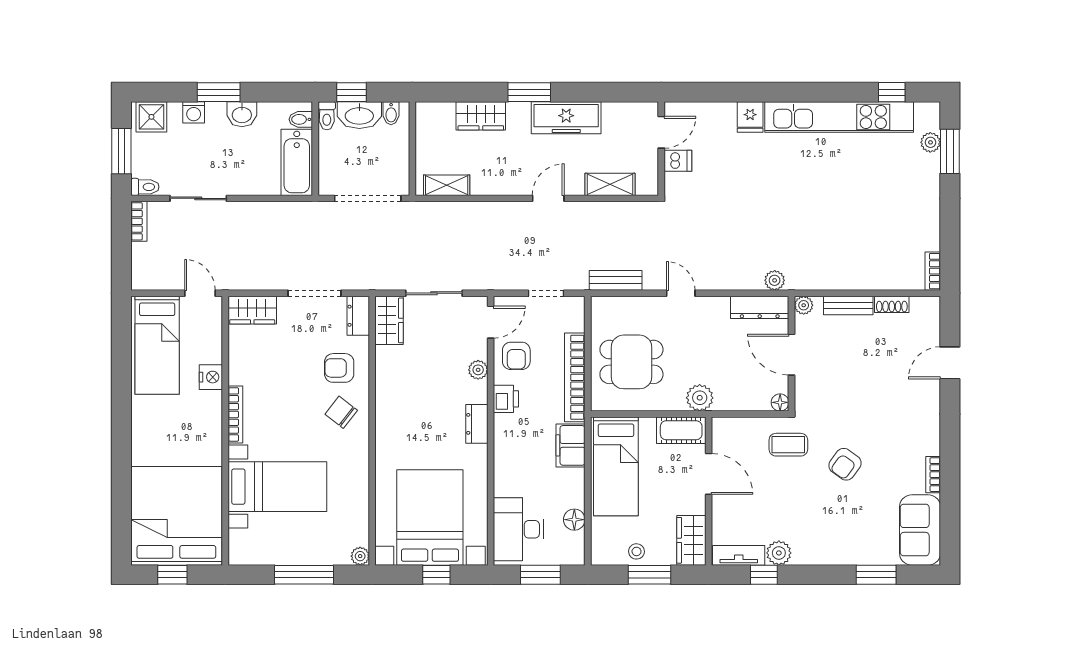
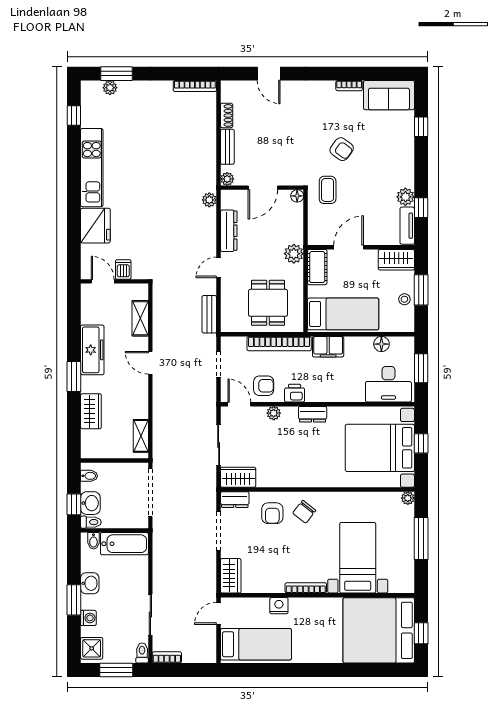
washbasin: (359, 115) -> (90, 503), width x0.72
fridge: (750, 117) -> (95, 226), width x1.88, depth x1.34
kitchen unit: (839, 117) -> (92, 168), width x0.73
bookcase: (933, 271) -> (195, 86), width x1.56
dresser: (760, 307) -> (229, 231), moved
window: (876, 575) -> (421, 127), width x0.67

